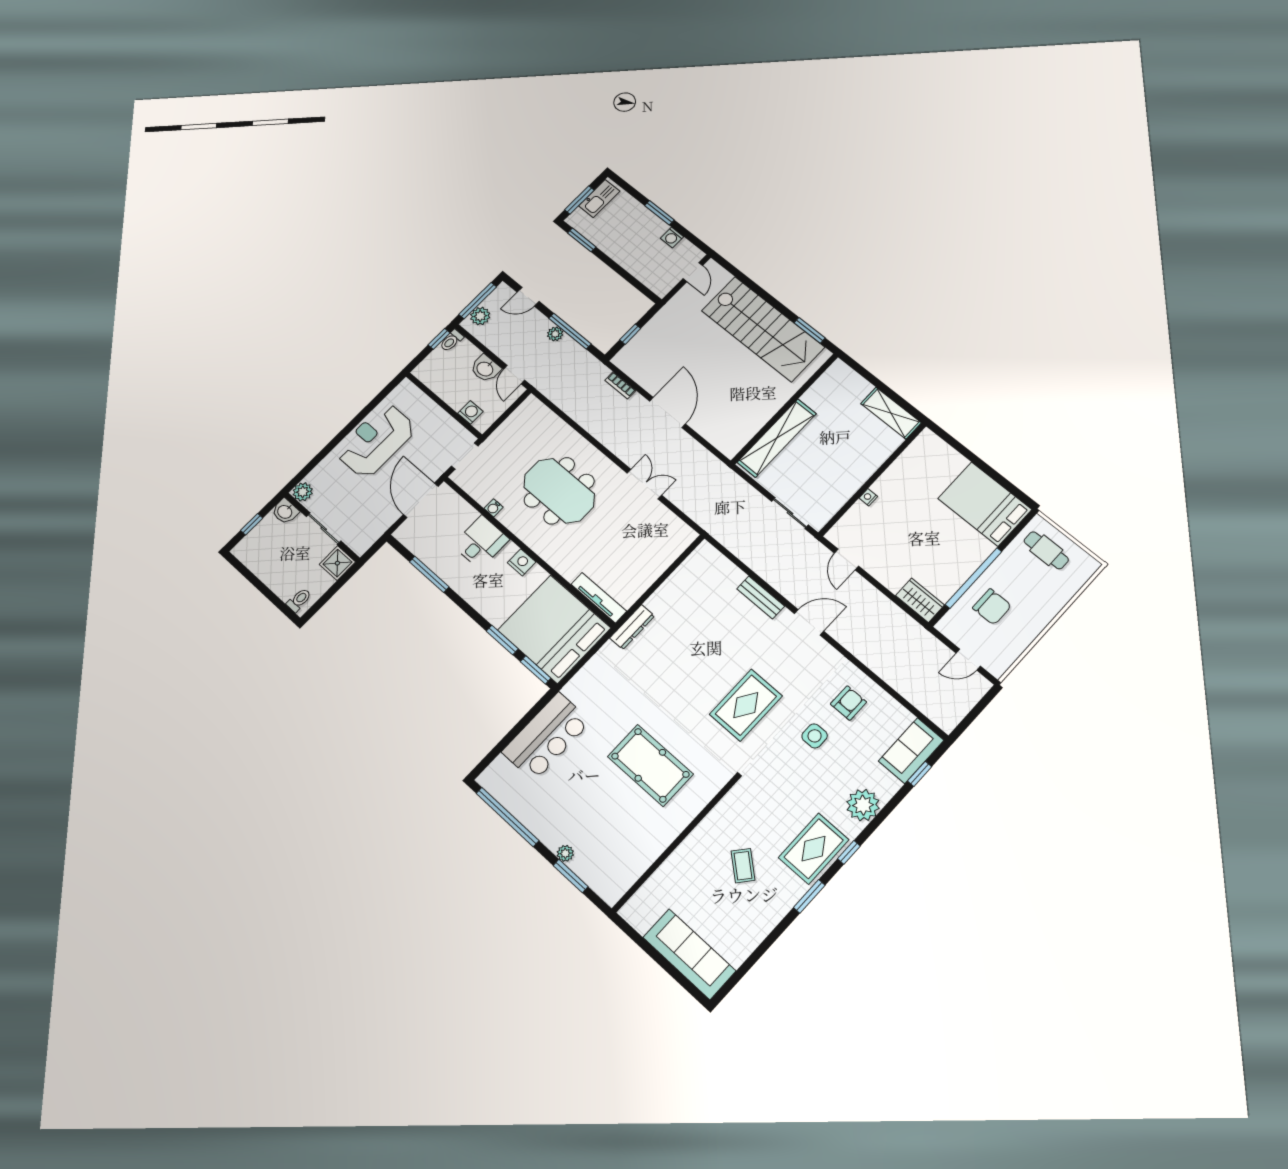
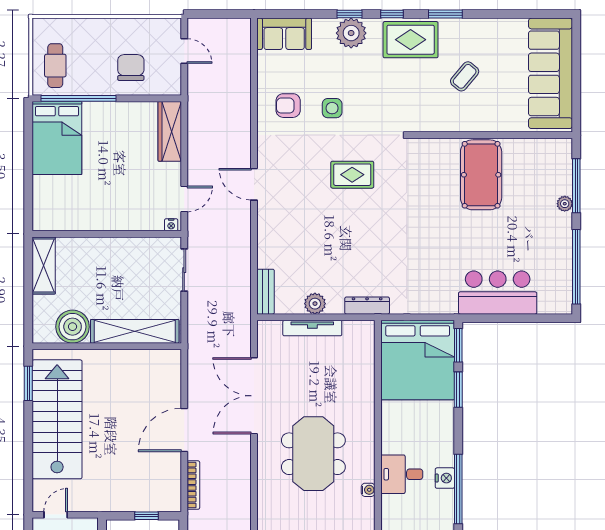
bookcase: (620, 385) -> (193, 485), width x1.56
boiler: (823, 396) -> (73, 327), added
double door: (644, 484) -> (254, 396), width x1.87
nightstand: (868, 497) -> (171, 225), moved
nightstand: (522, 562) -> (445, 478), moved, turned 180
window: (429, 574) -> (458, 489), width x1.46
window: (973, 578) -> (78, 98), moved
plant: (671, 589) -> (315, 304), added
bench: (761, 597) -> (265, 292), moved
tv unit: (599, 598) -> (312, 328), moved, turned -90
wardrobe: (920, 600) -> (170, 131), width x1.50
rug: (746, 705) -> (352, 175), width x0.73, depth x0.70
pool table: (650, 765) -> (481, 175), moved
window: (920, 774) -> (349, 14), moved
window: (571, 876) -> (576, 186), width x1.44
sofa: (689, 954) -> (550, 73), width x1.36, depth x1.27

